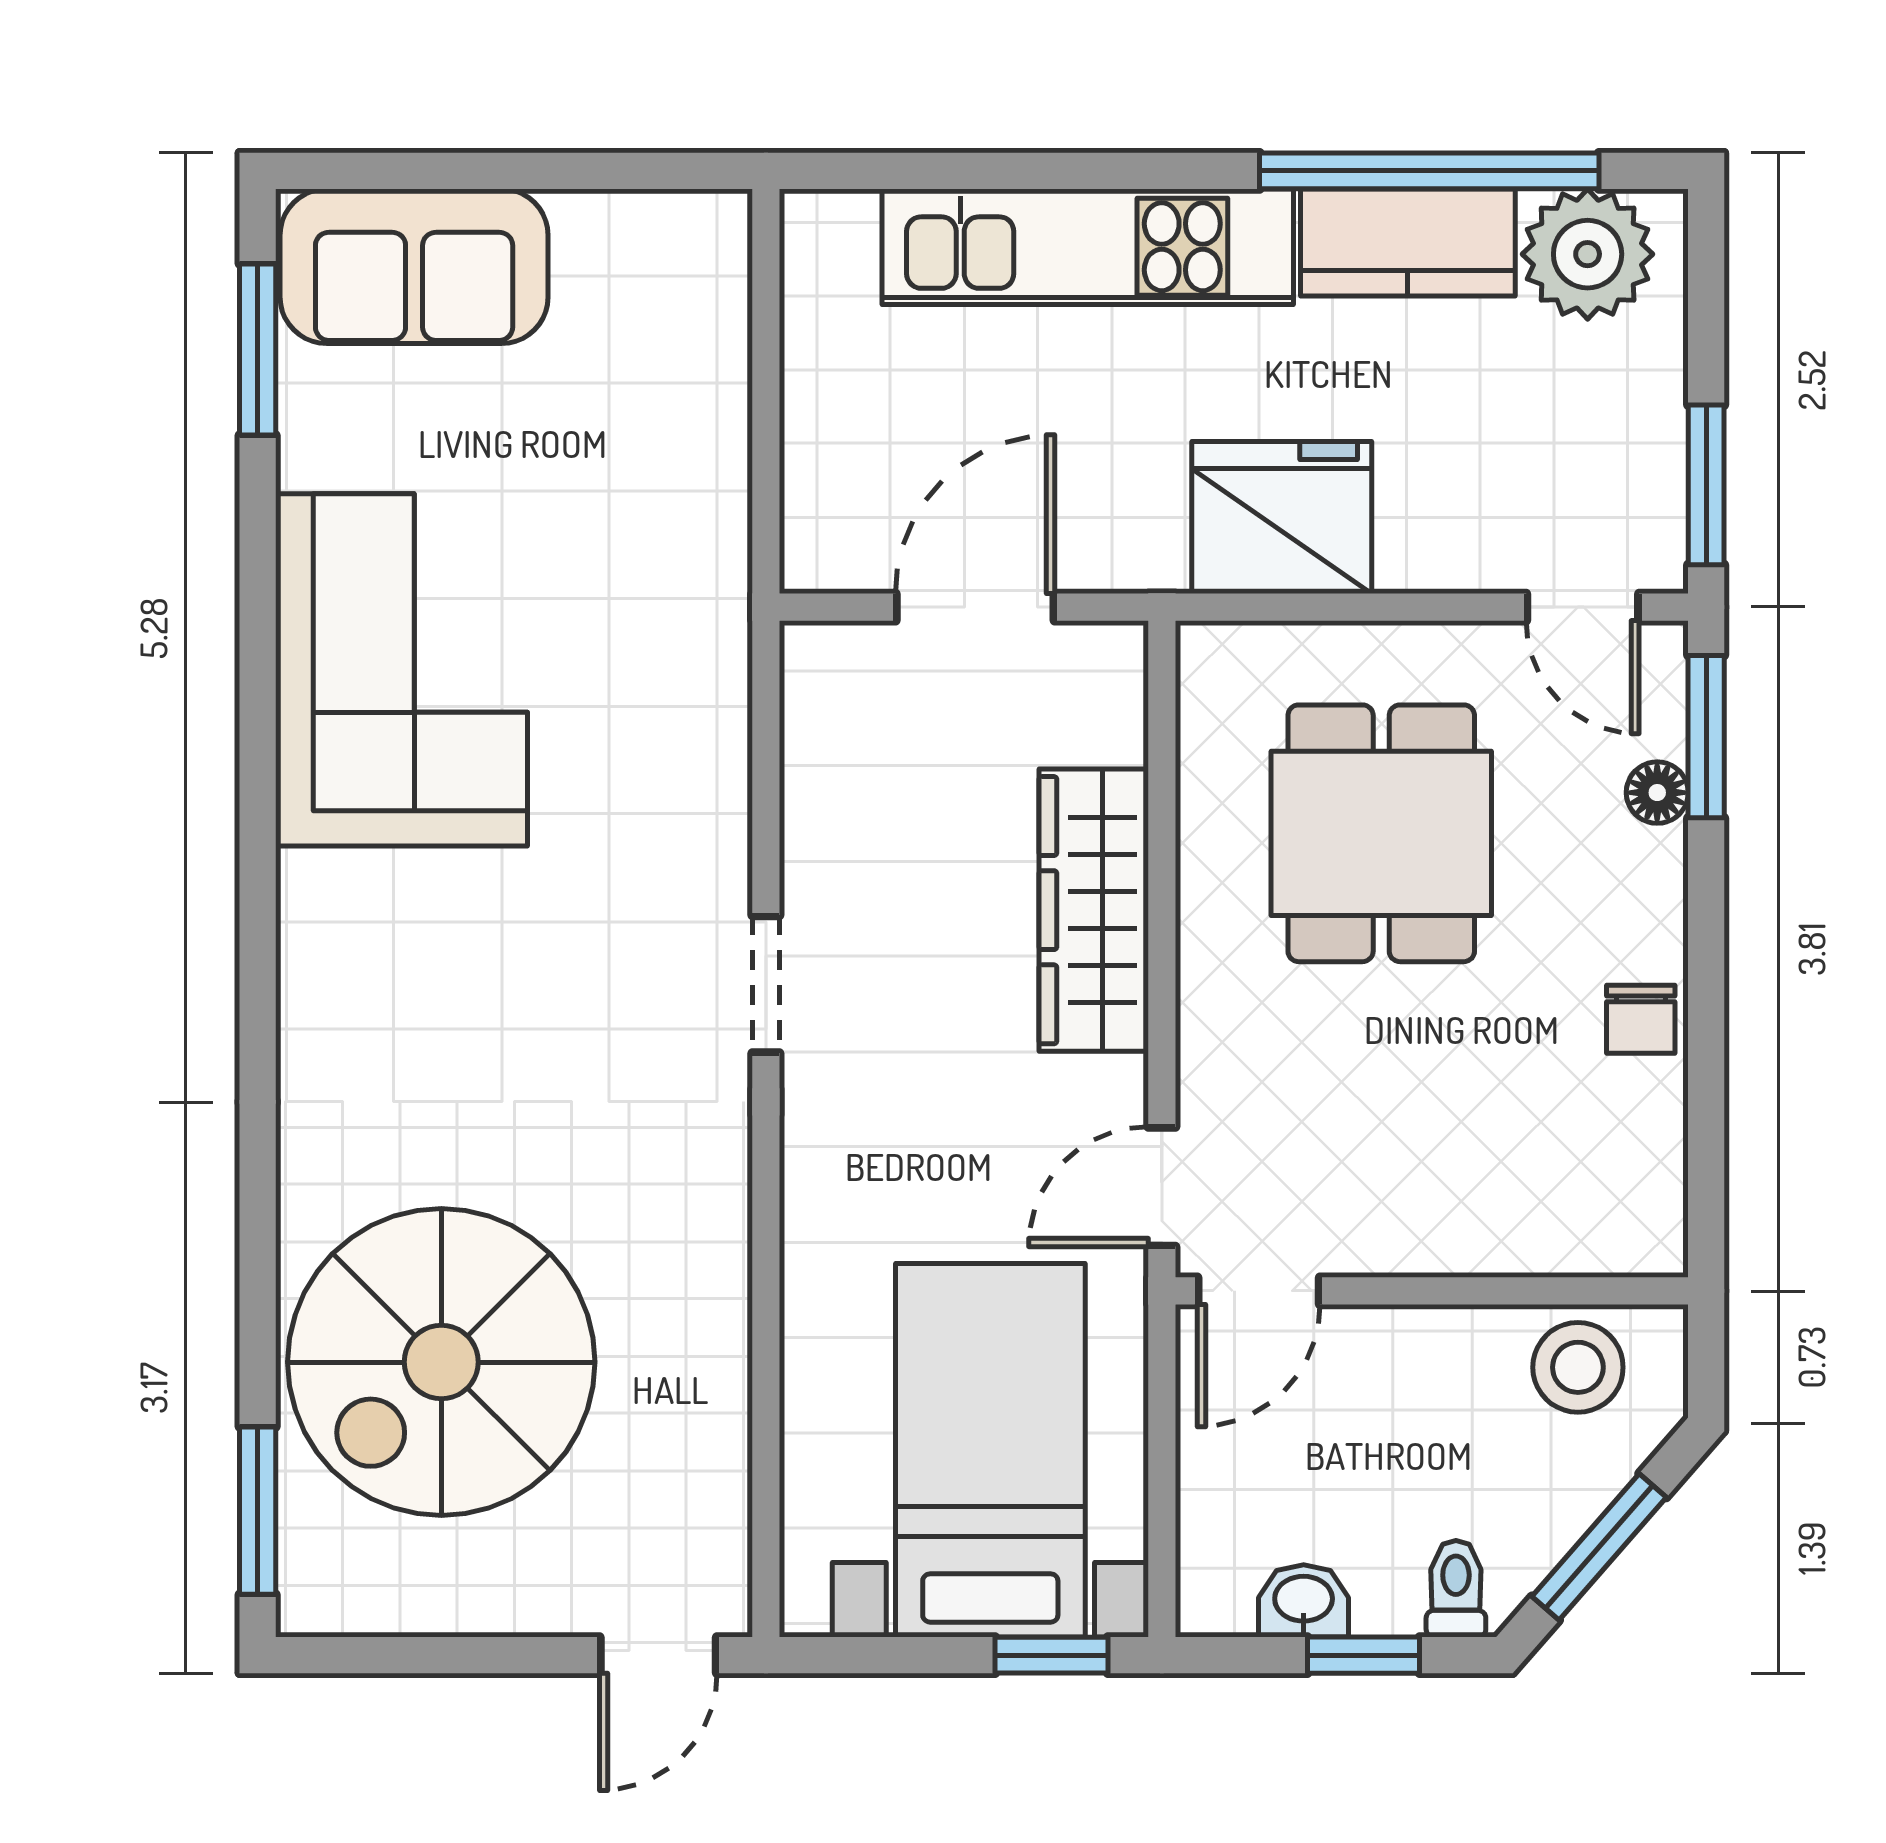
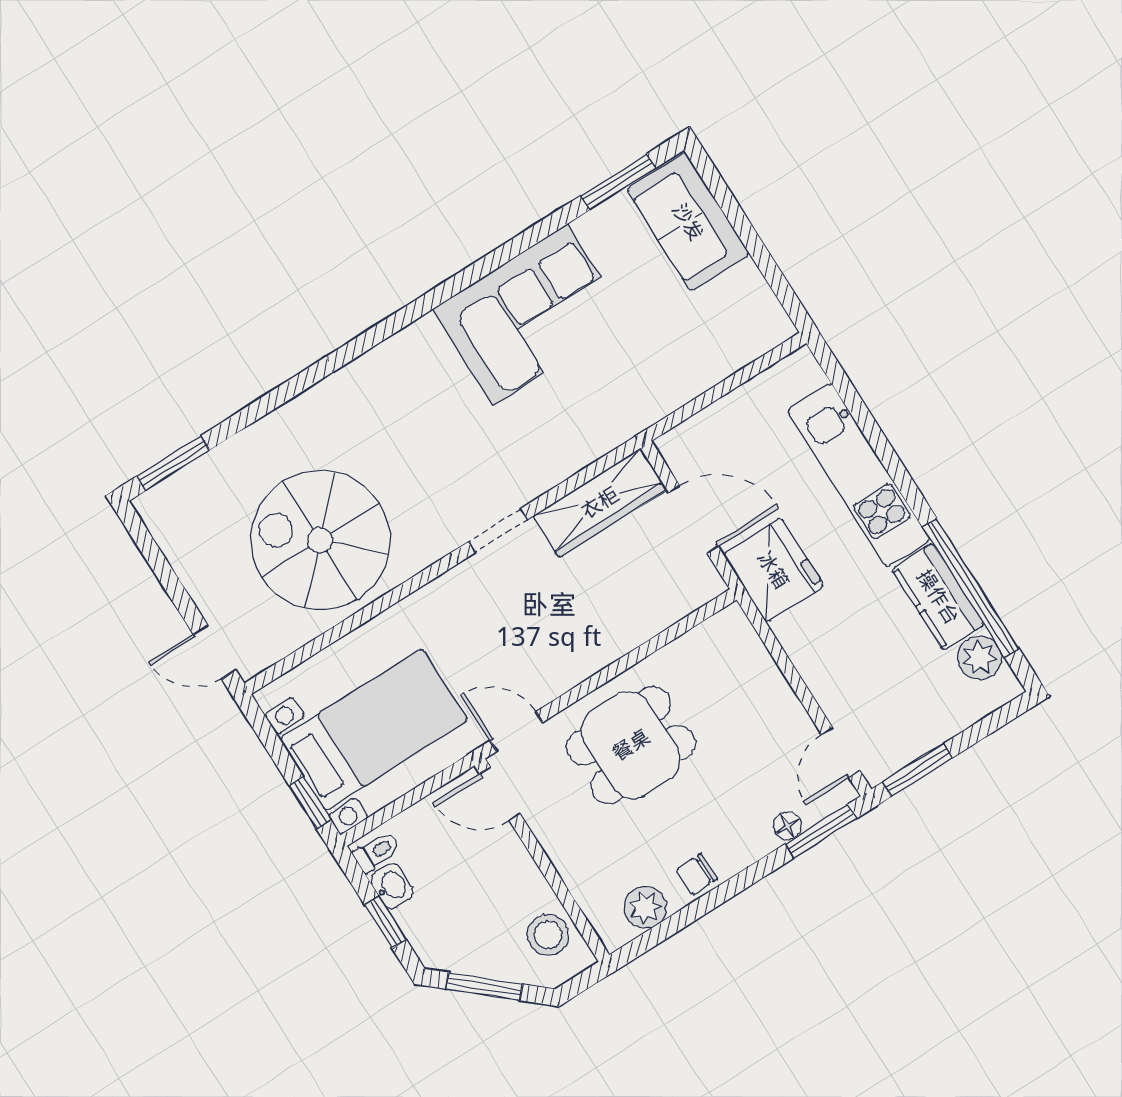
plant: (1588, 254) -> (980, 658), width x0.73, depth x0.73
fridge: (1282, 518) -> (773, 570), moved
dining table: (1381, 833) -> (631, 745), moved
wardrobe: (1094, 910) -> (600, 503), moved, turned 180
plant: (1642, 1154) -> (645, 908), added
spiral stairs: (441, 1362) -> (320, 540), moved
toilet: (1456, 1589) -> (377, 852), moved

